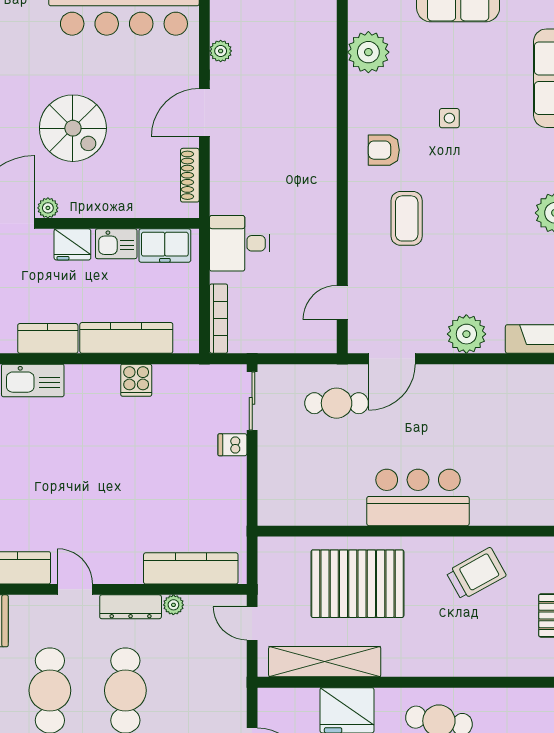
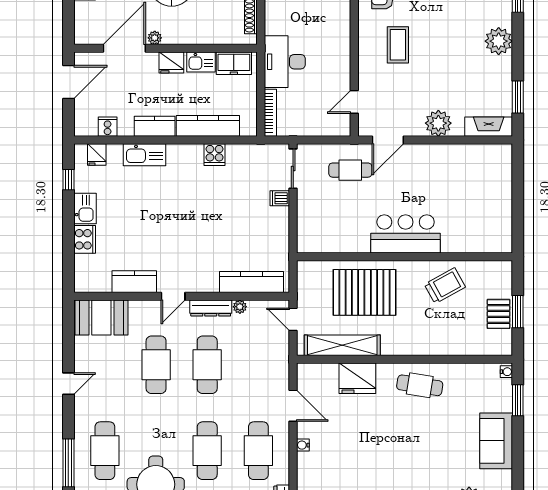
desk: (240, 243) -> (285, 62), width x1.37
door: (75, 589) -> (173, 296), swing flipped

